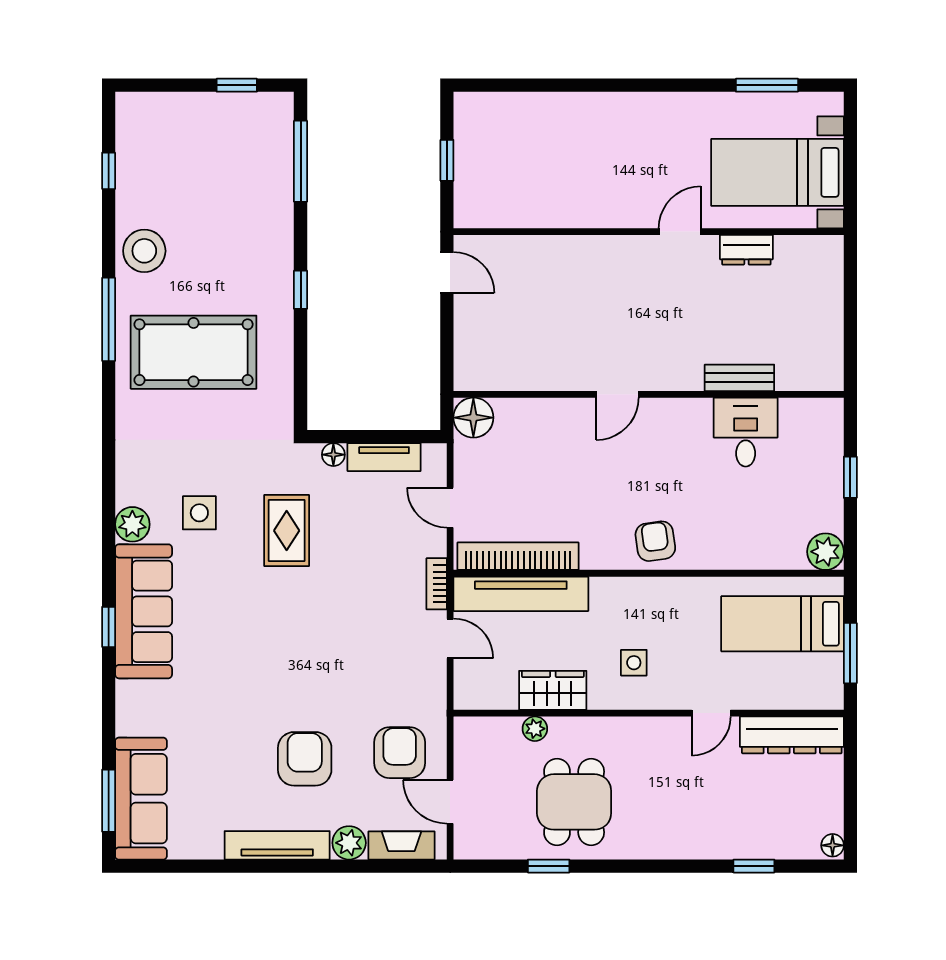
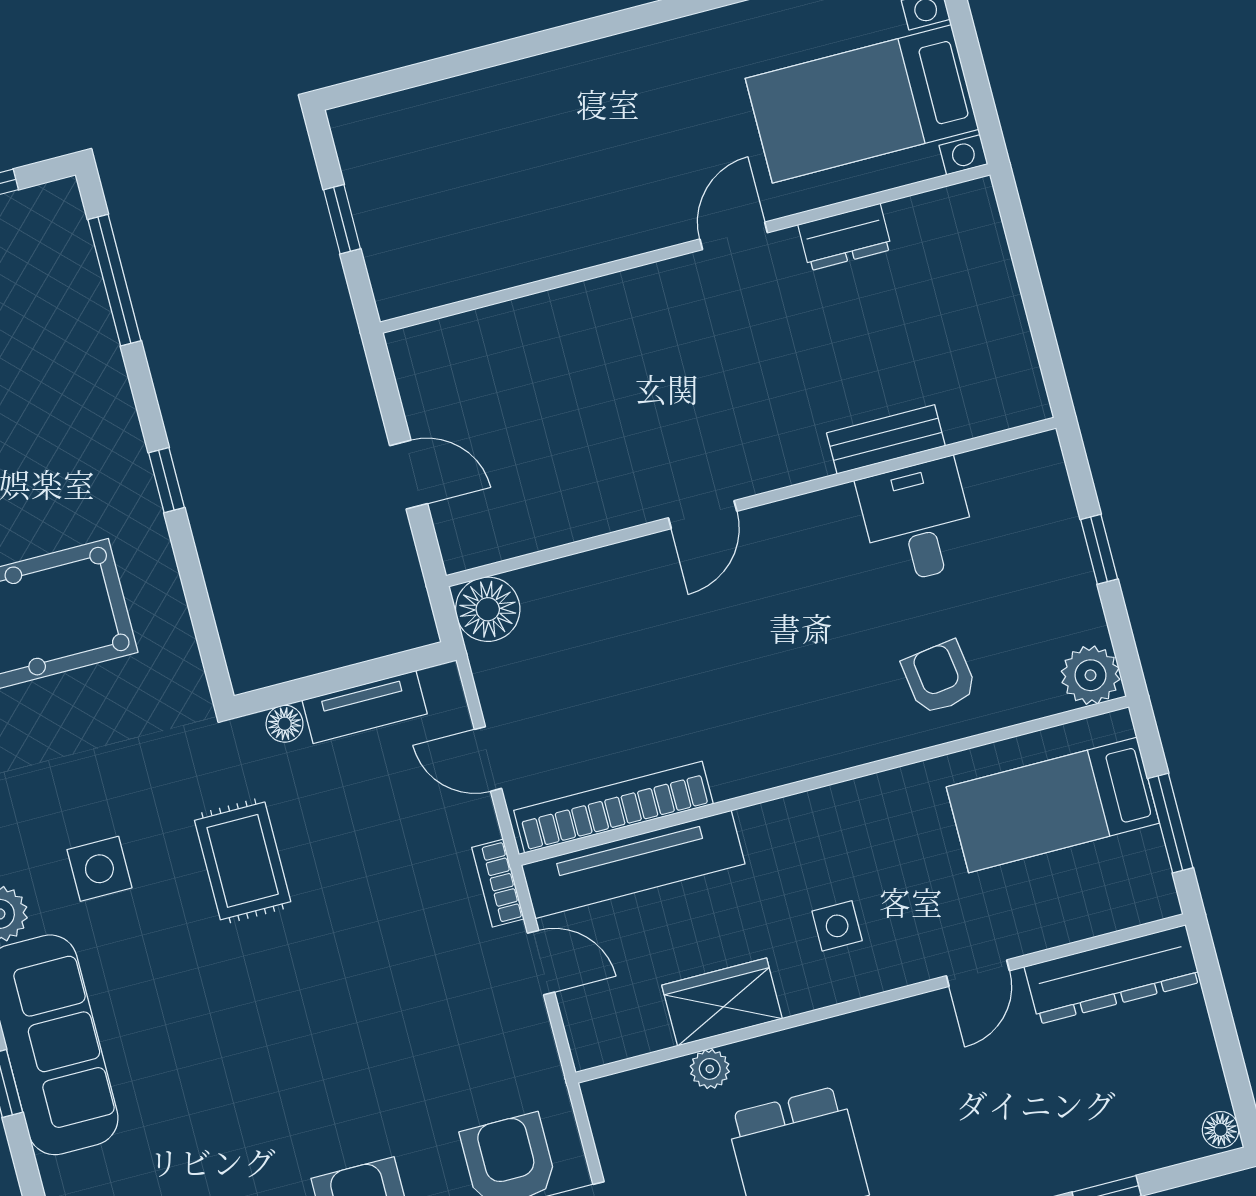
door: (447, 273) -> (409, 475), moved
armchair: (655, 541) -> (939, 678), moved

